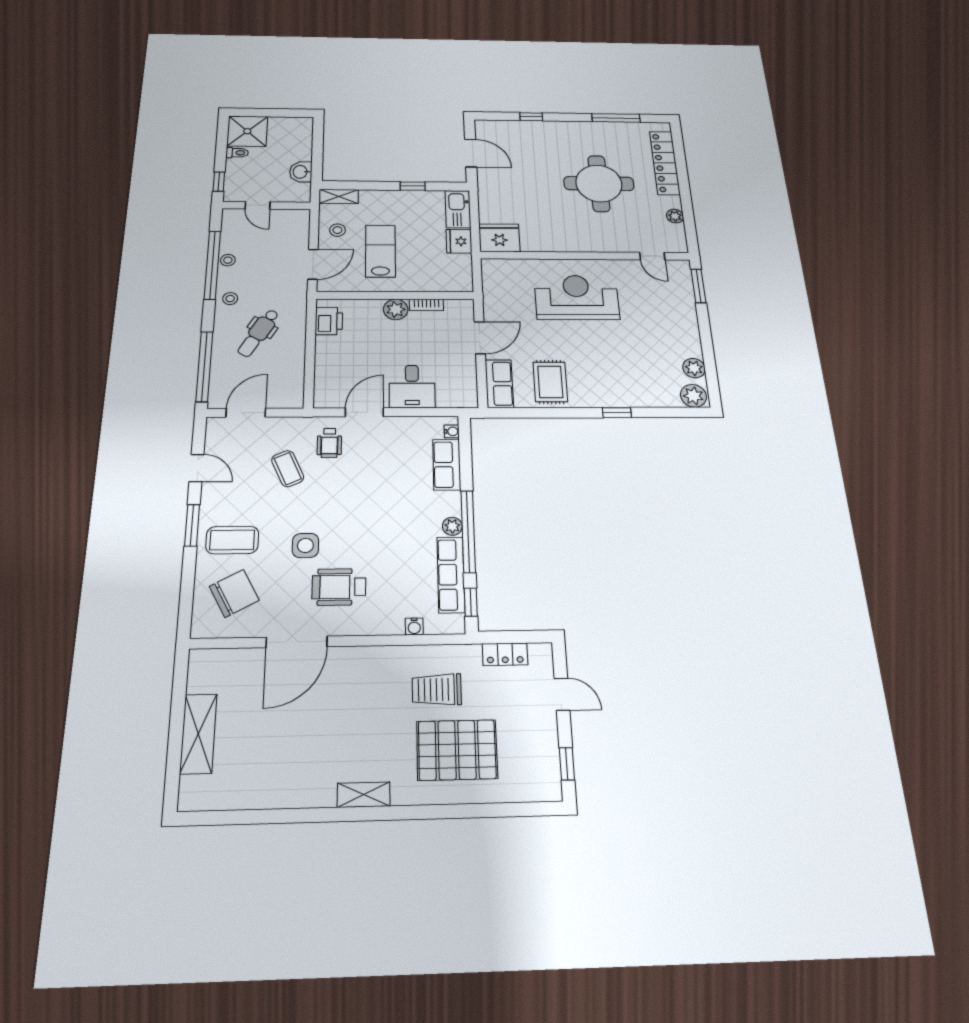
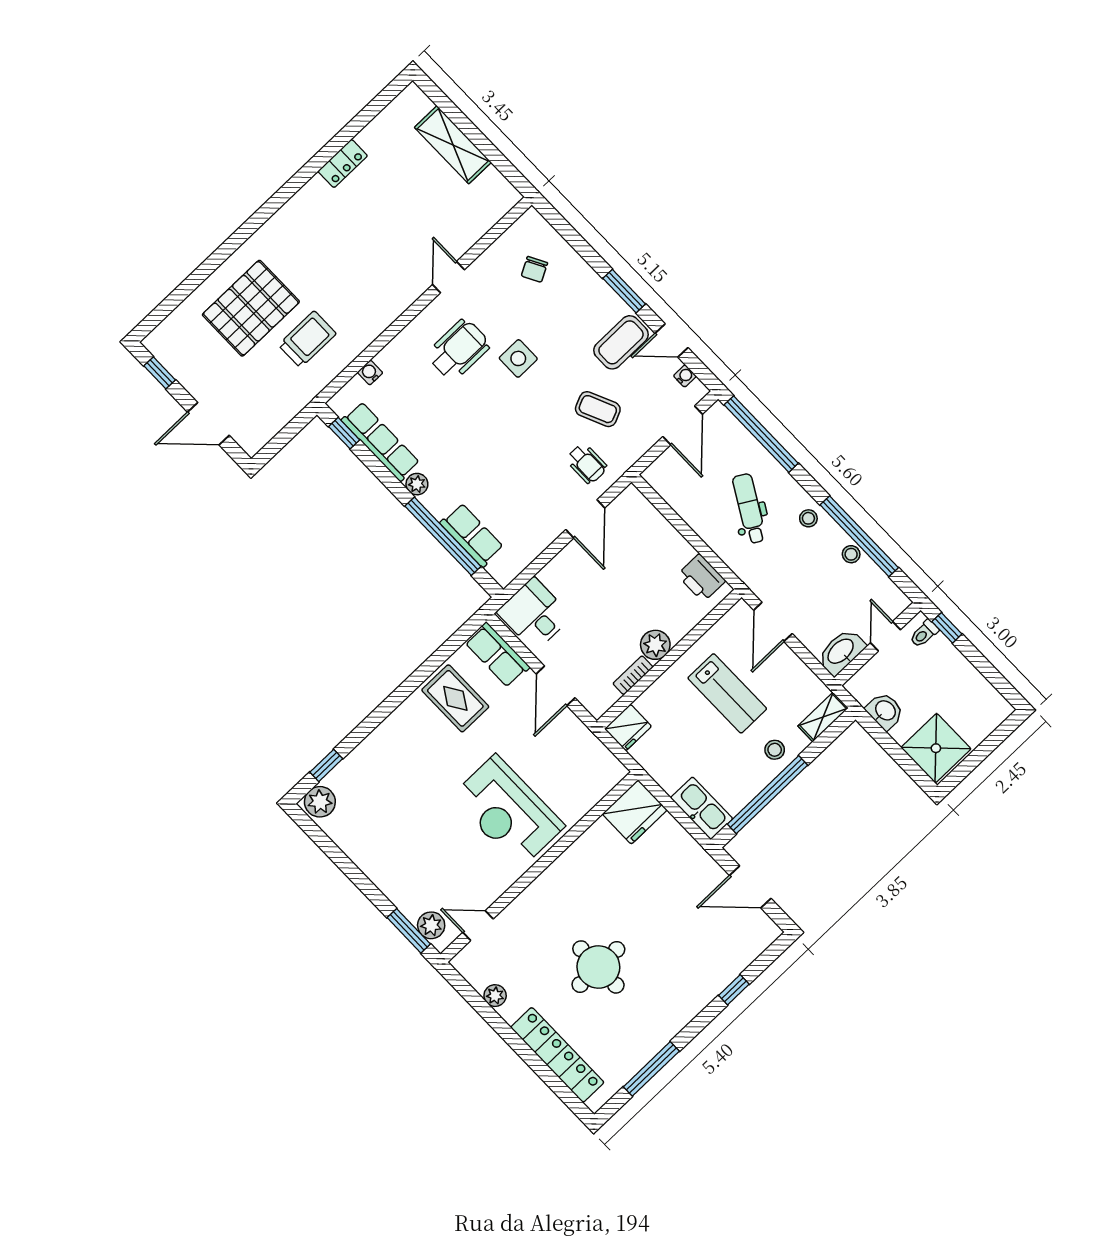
shower: (247, 131) -> (936, 748), moved
toilet: (237, 153) -> (924, 634), moved
round table: (599, 183) -> (598, 967), width x0.73, depth x0.73
window: (413, 186) -> (767, 795), width x3.17
door: (258, 205) -> (885, 636), hinge flipped
washbasin: (291, 218) -> (841, 652), added
stool: (338, 230) -> (775, 750), moved
fridge: (459, 241) -> (628, 728), moved, turned 90
reception desk: (577, 297) -> (508, 811), turned 90
plant: (694, 368) -> (431, 925), moved
desk: (412, 387) -> (534, 614), moved
window: (617, 413) -> (326, 765), moved
water cooler: (452, 431) -> (685, 376), moved, turned 180
wheelchair: (329, 443) -> (587, 464), turned 180
window: (468, 531) -> (443, 536), moved
coffee table: (232, 540) -> (621, 342), moved
chair: (234, 593) -> (534, 269), width x0.54, depth x0.54
door: (297, 642) -> (449, 277), width x0.53
locker: (505, 654) -> (343, 163), moved, turned 180
door: (562, 694) -> (208, 424), width x1.38
shelving: (364, 795) -> (290, 214), removed

